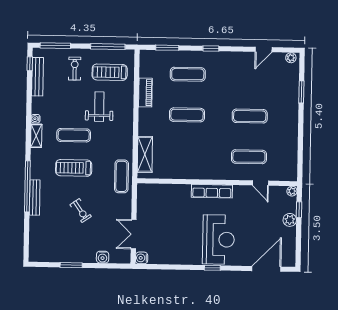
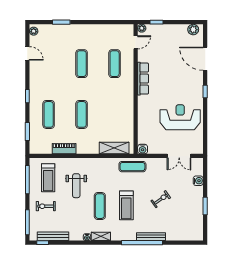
weight bench: (99, 107) -> (76, 186), turned -90
door: (260, 183) -> (136, 42), moved
row of seats: (212, 191) -> (143, 79), moved
plant: (290, 220) -> (193, 30), moved
reception desk: (218, 240) -> (180, 117), moved
water cooler: (142, 258) -> (143, 149), moved
door: (266, 269) -> (205, 59), moved

